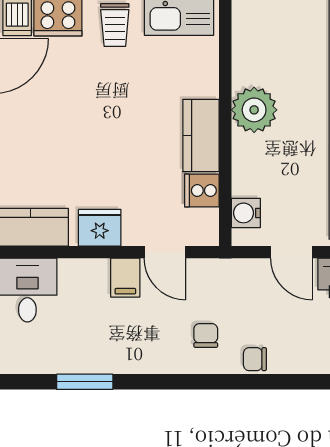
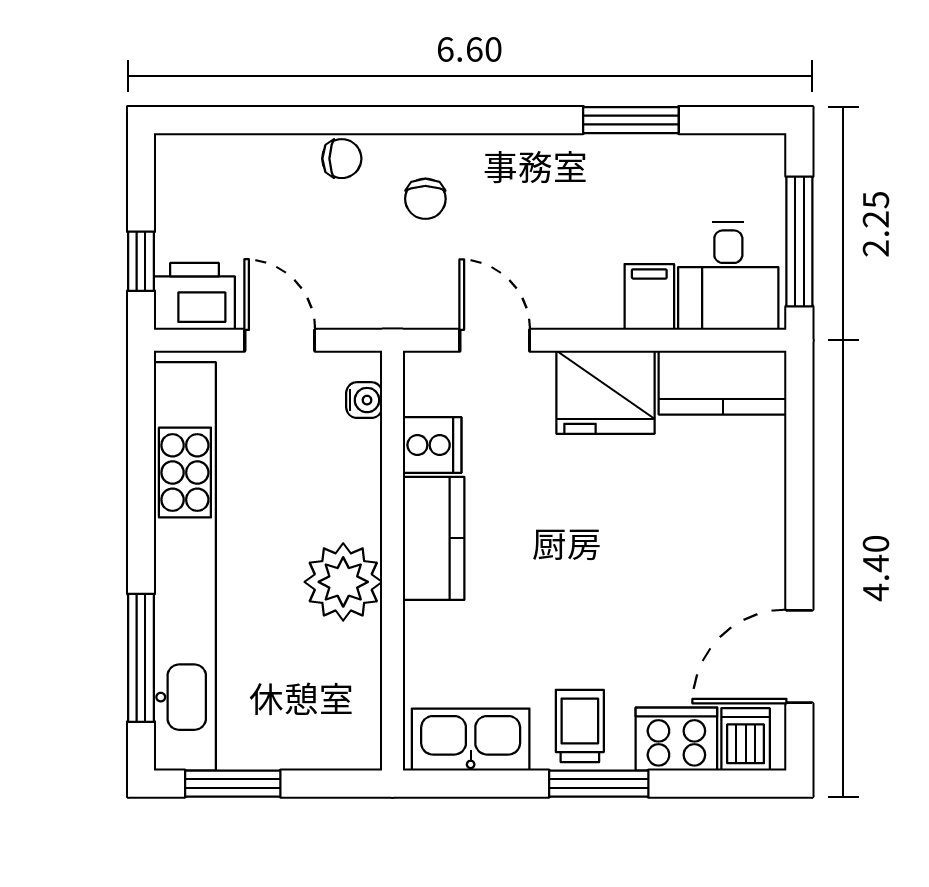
water cooler: (246, 213) -> (364, 400), width x0.72, depth x0.72
fridge: (100, 228) -> (606, 392), width x1.36, depth x1.34
filing cabinet: (125, 278) -> (649, 297), moved

